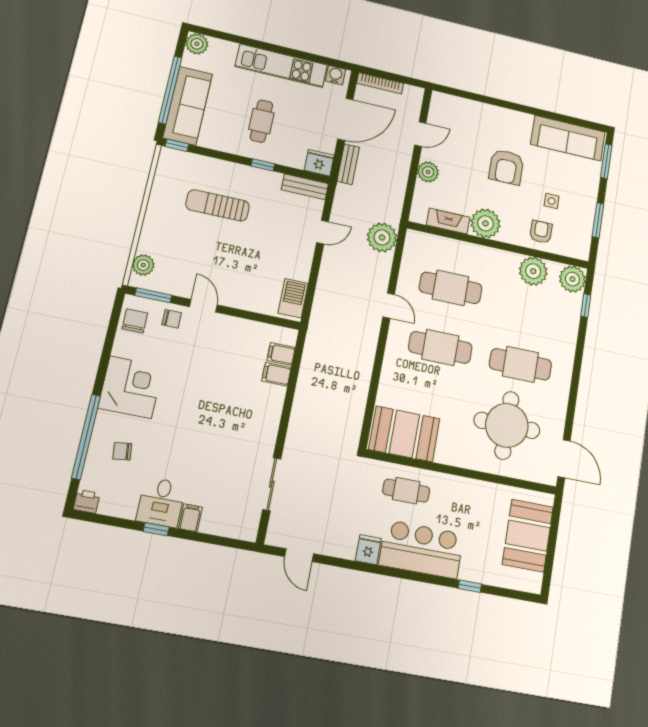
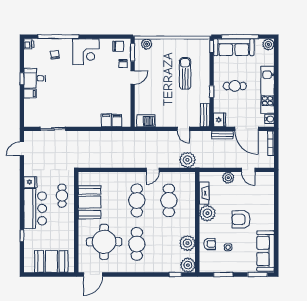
booth: (404, 434) -> (90, 202), moved

